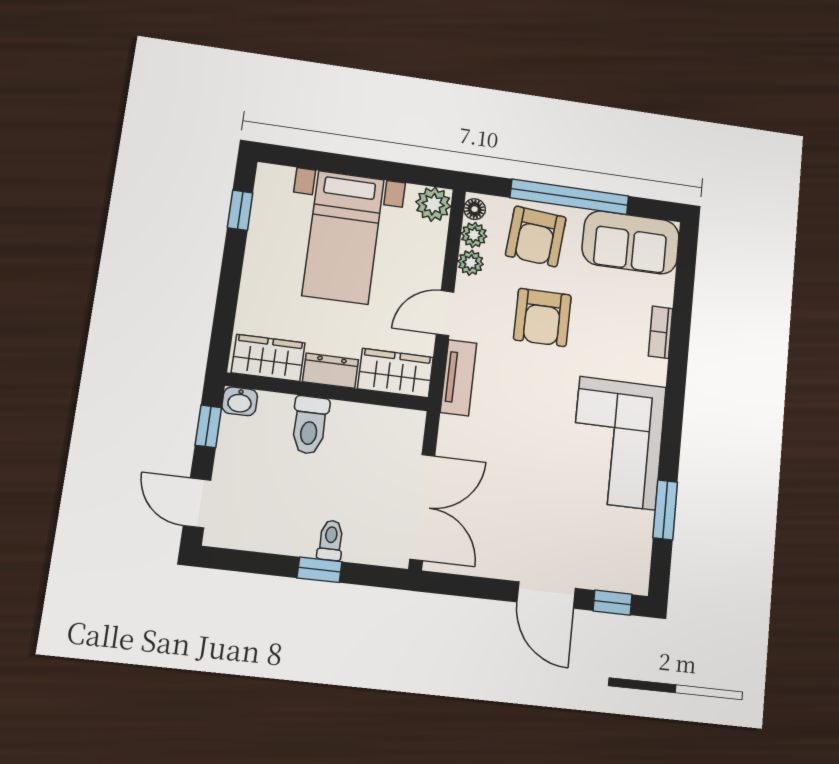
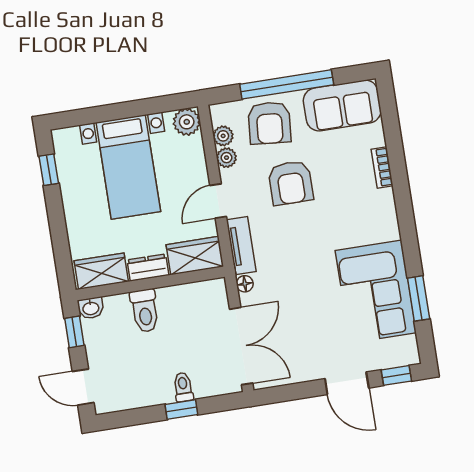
floor lamp: (475, 209) -> (245, 284), moved
corner sofa: (617, 443) -> (376, 292), moved

